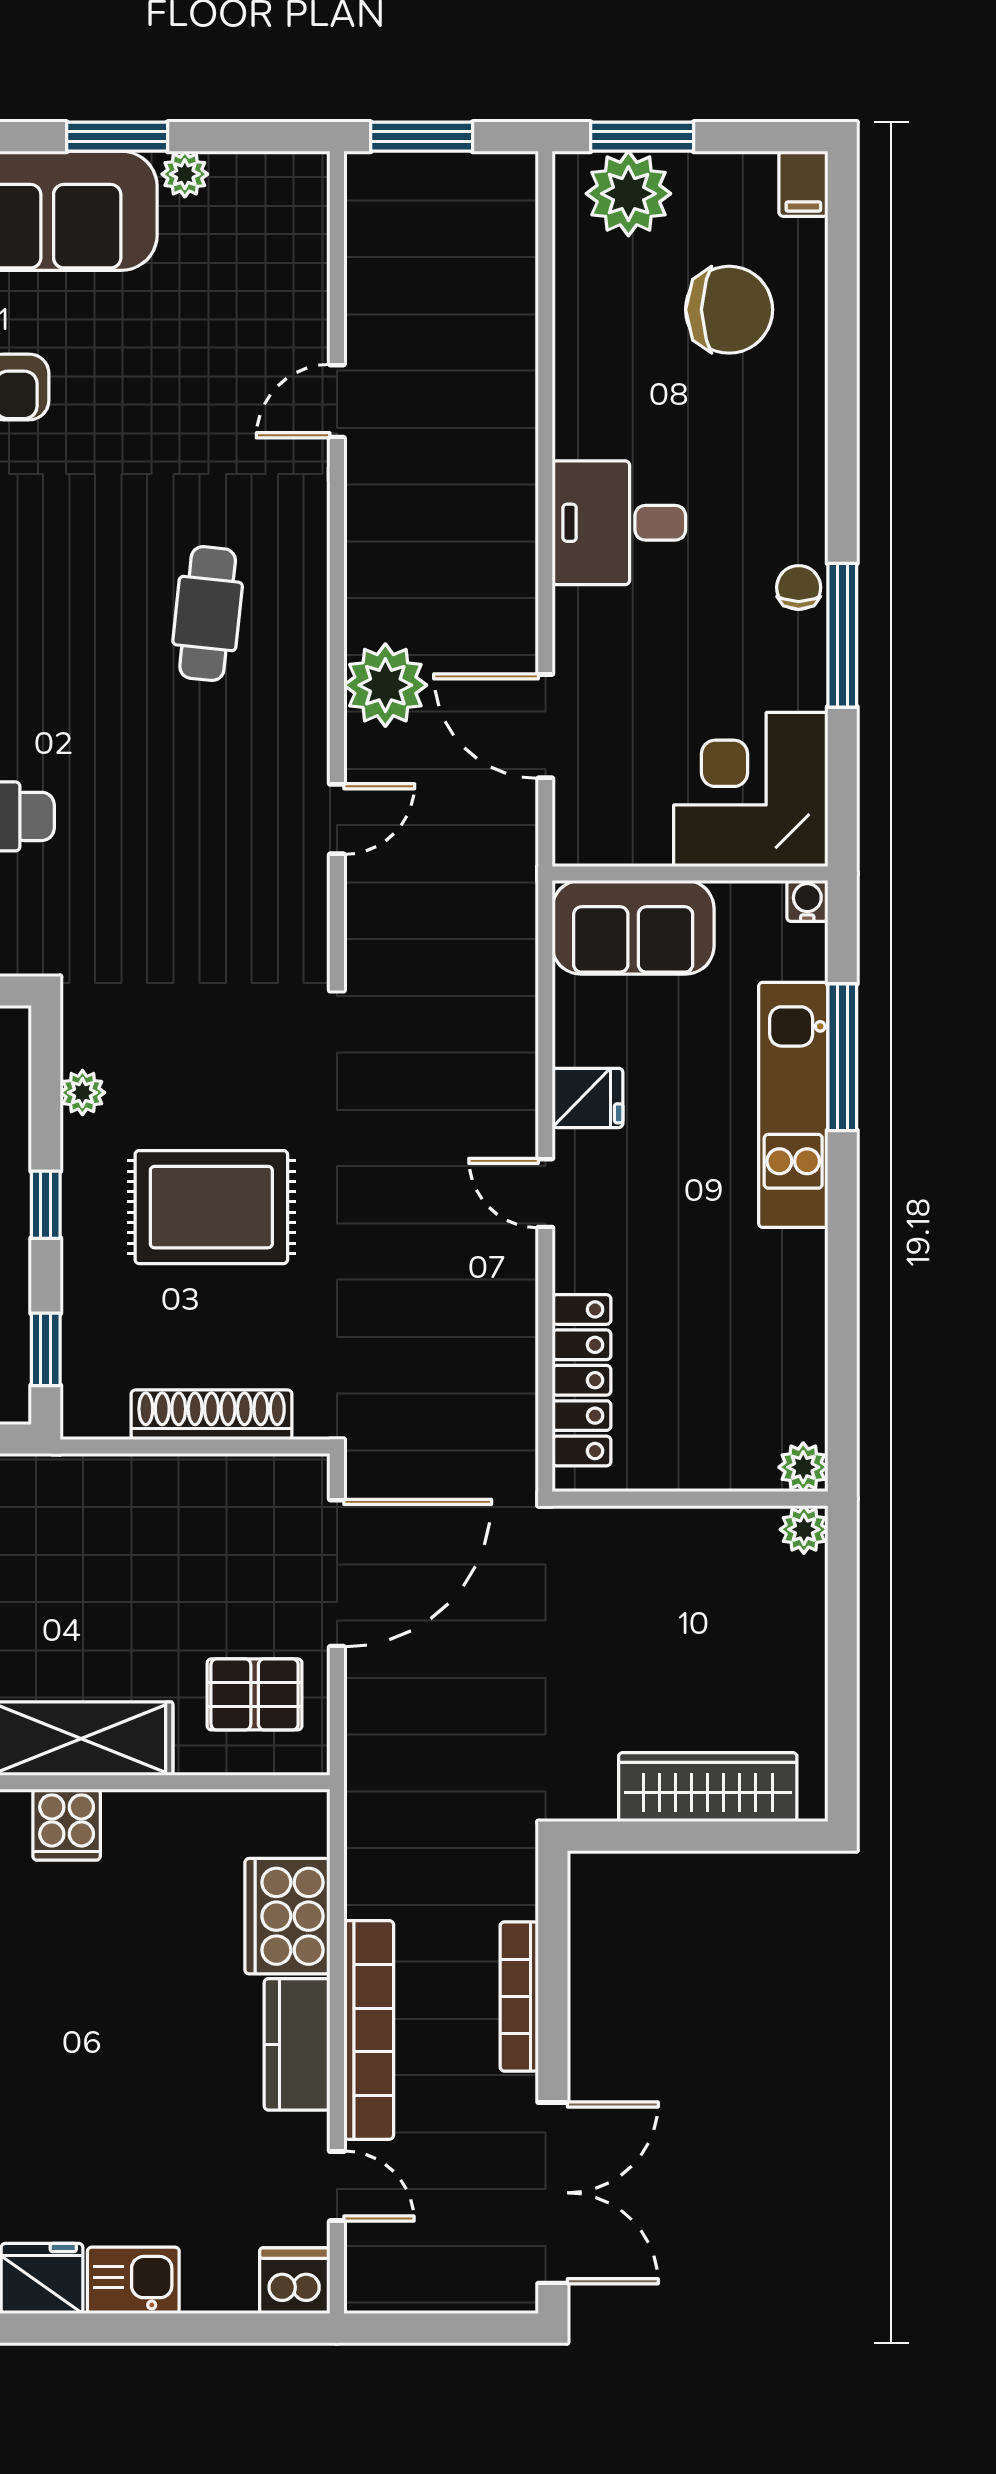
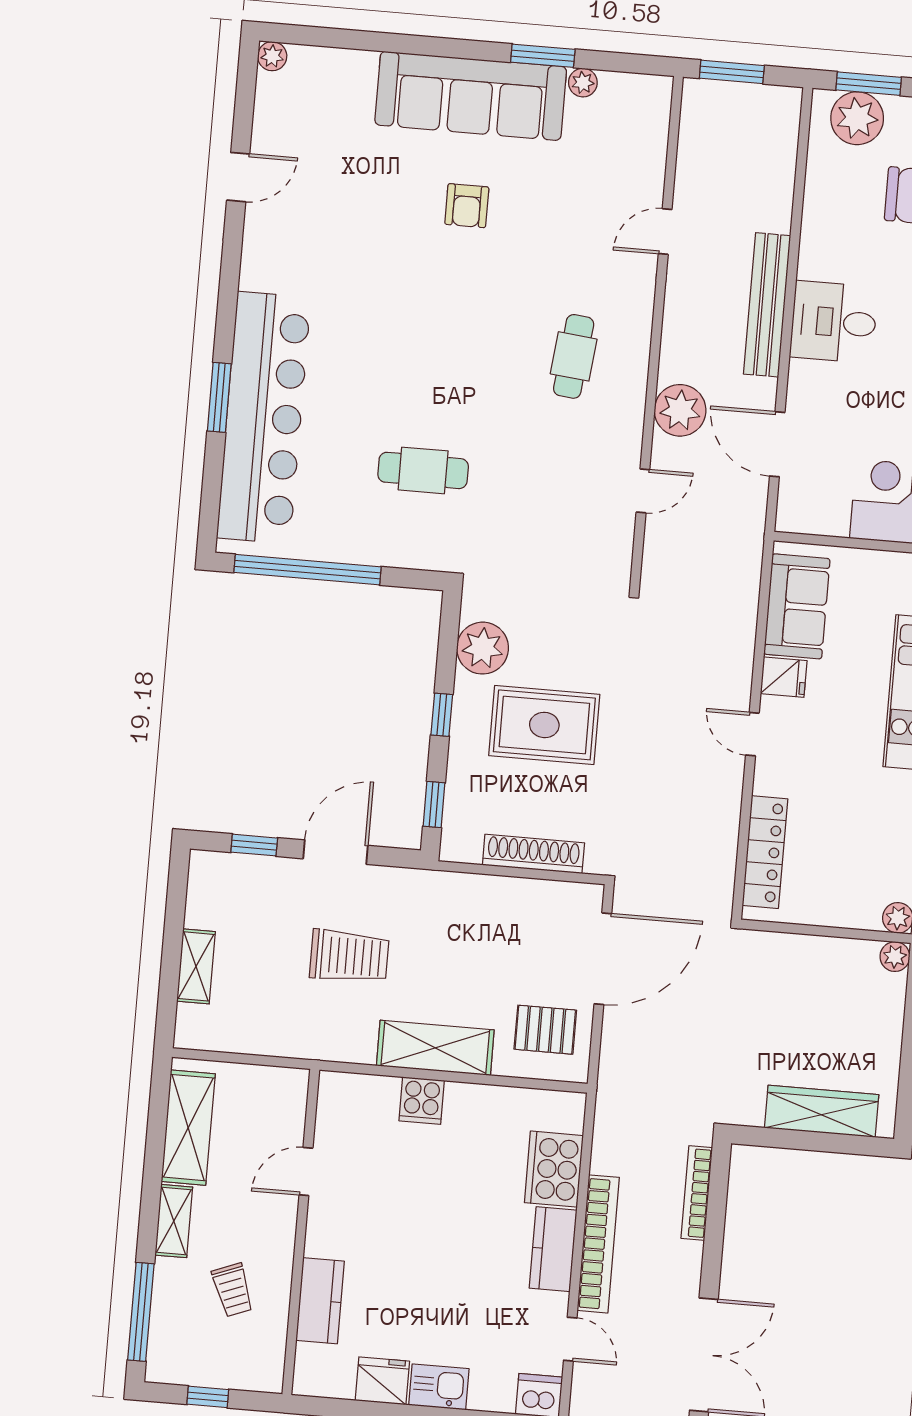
bench: (510, 504) -> (767, 305), added
sofa: (633, 927) -> (797, 606), moved, turned -90
plant: (82, 1093) -> (483, 648), width x1.87, depth x1.87
bookcase: (519, 1996) -> (697, 1193), moved

